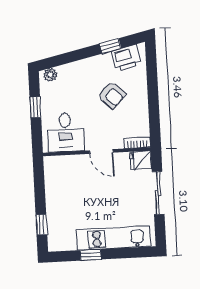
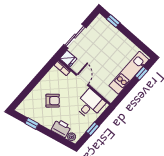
printer: (126, 58) -> (61, 128), moved
armchair: (112, 95) -> (53, 101), turned 96
kitchen unit: (114, 238) -> (129, 73), moved, turned 90
window: (90, 255) -> (113, 21), moved

